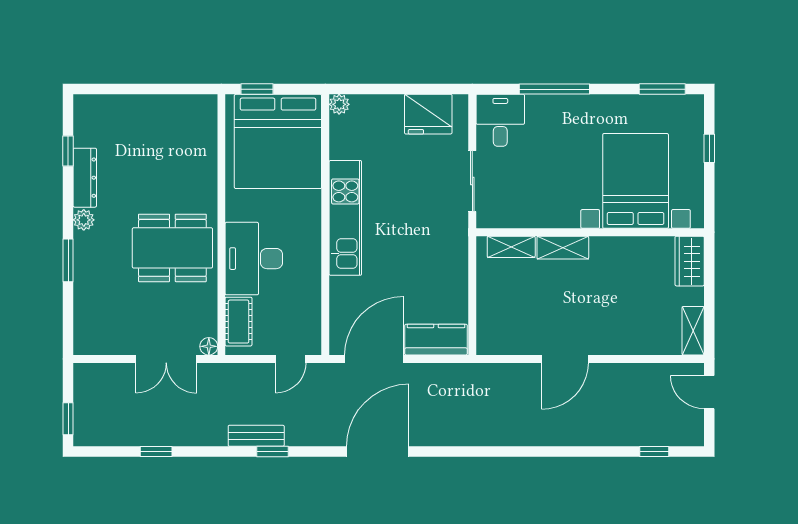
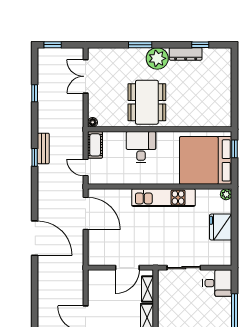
fridge: (428, 114) -> (221, 227), moved
plant: (84, 220) -> (157, 58), width x1.88, depth x1.88
desk: (254, 259) -> (141, 147), width x0.73
door: (472, 283) -> (127, 268), added
cot: (239, 322) -> (95, 145), moved, turned 90
kitchen counter: (436, 340) -> (96, 248), removed
double door: (166, 359) -> (86, 76), moved
door: (378, 451) -> (35, 238), moved

